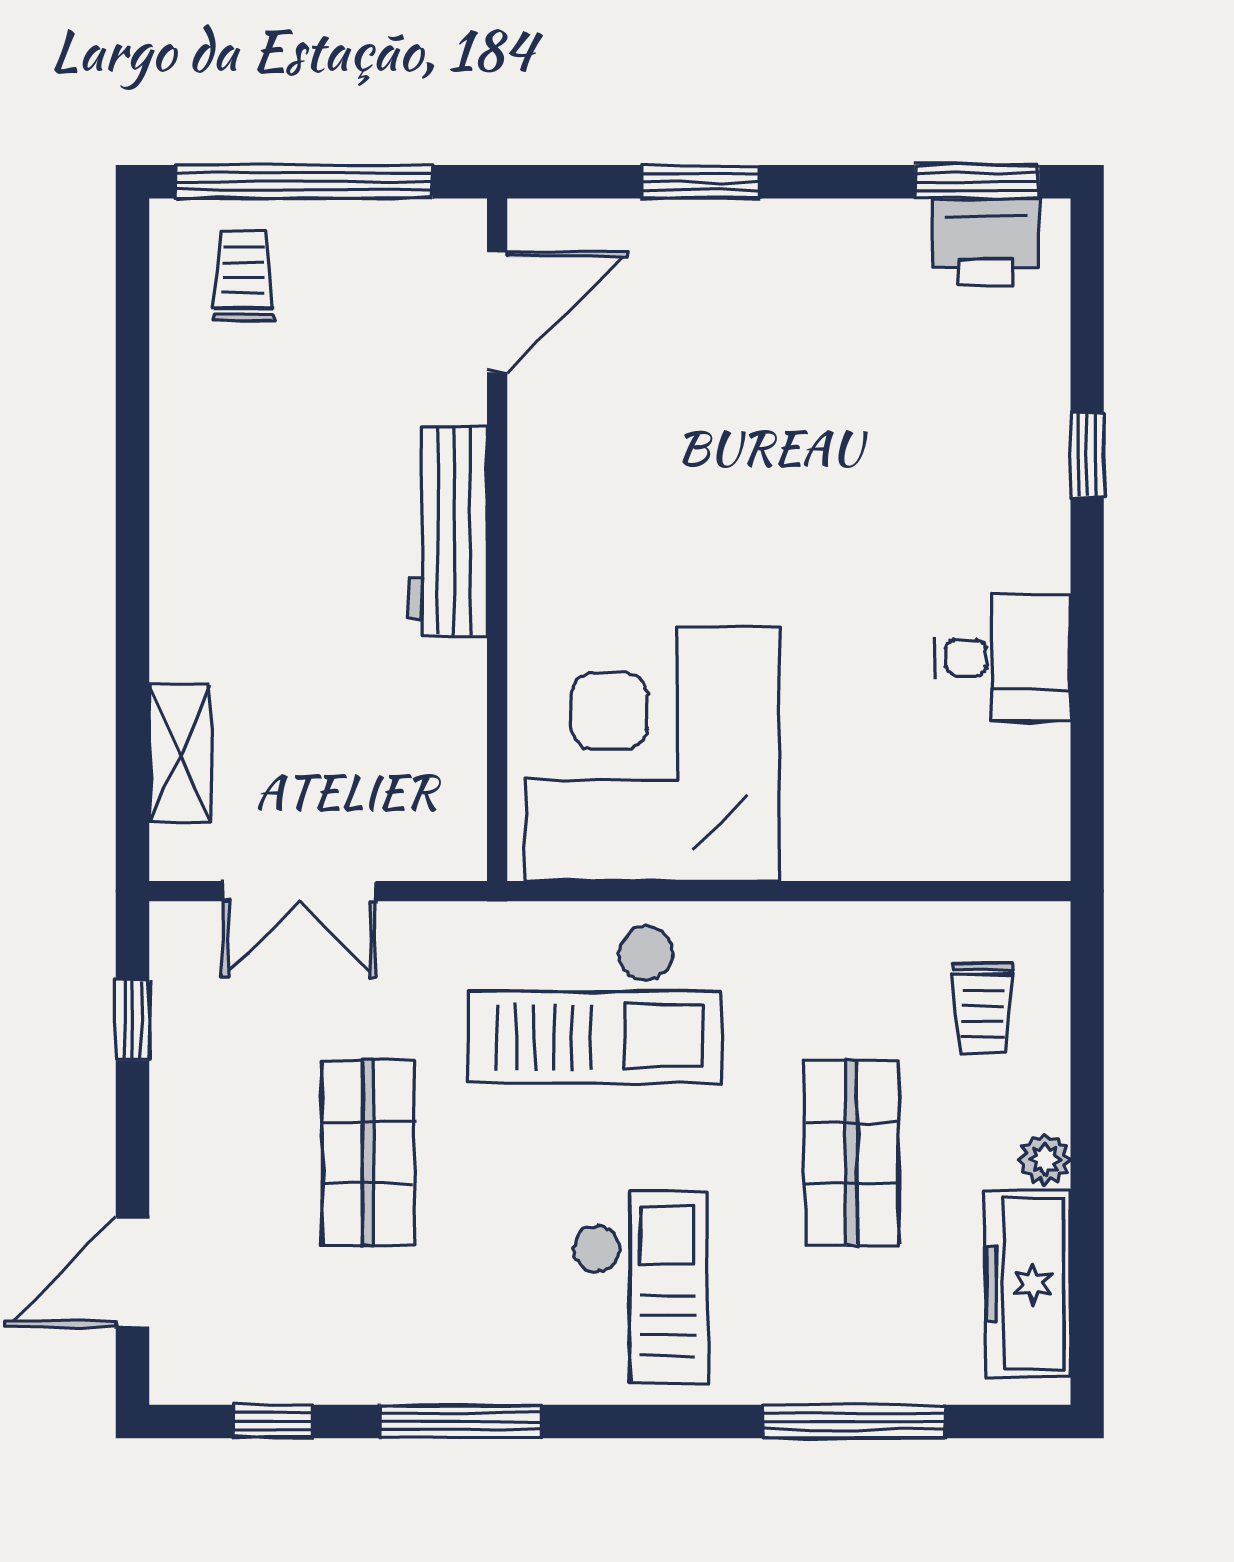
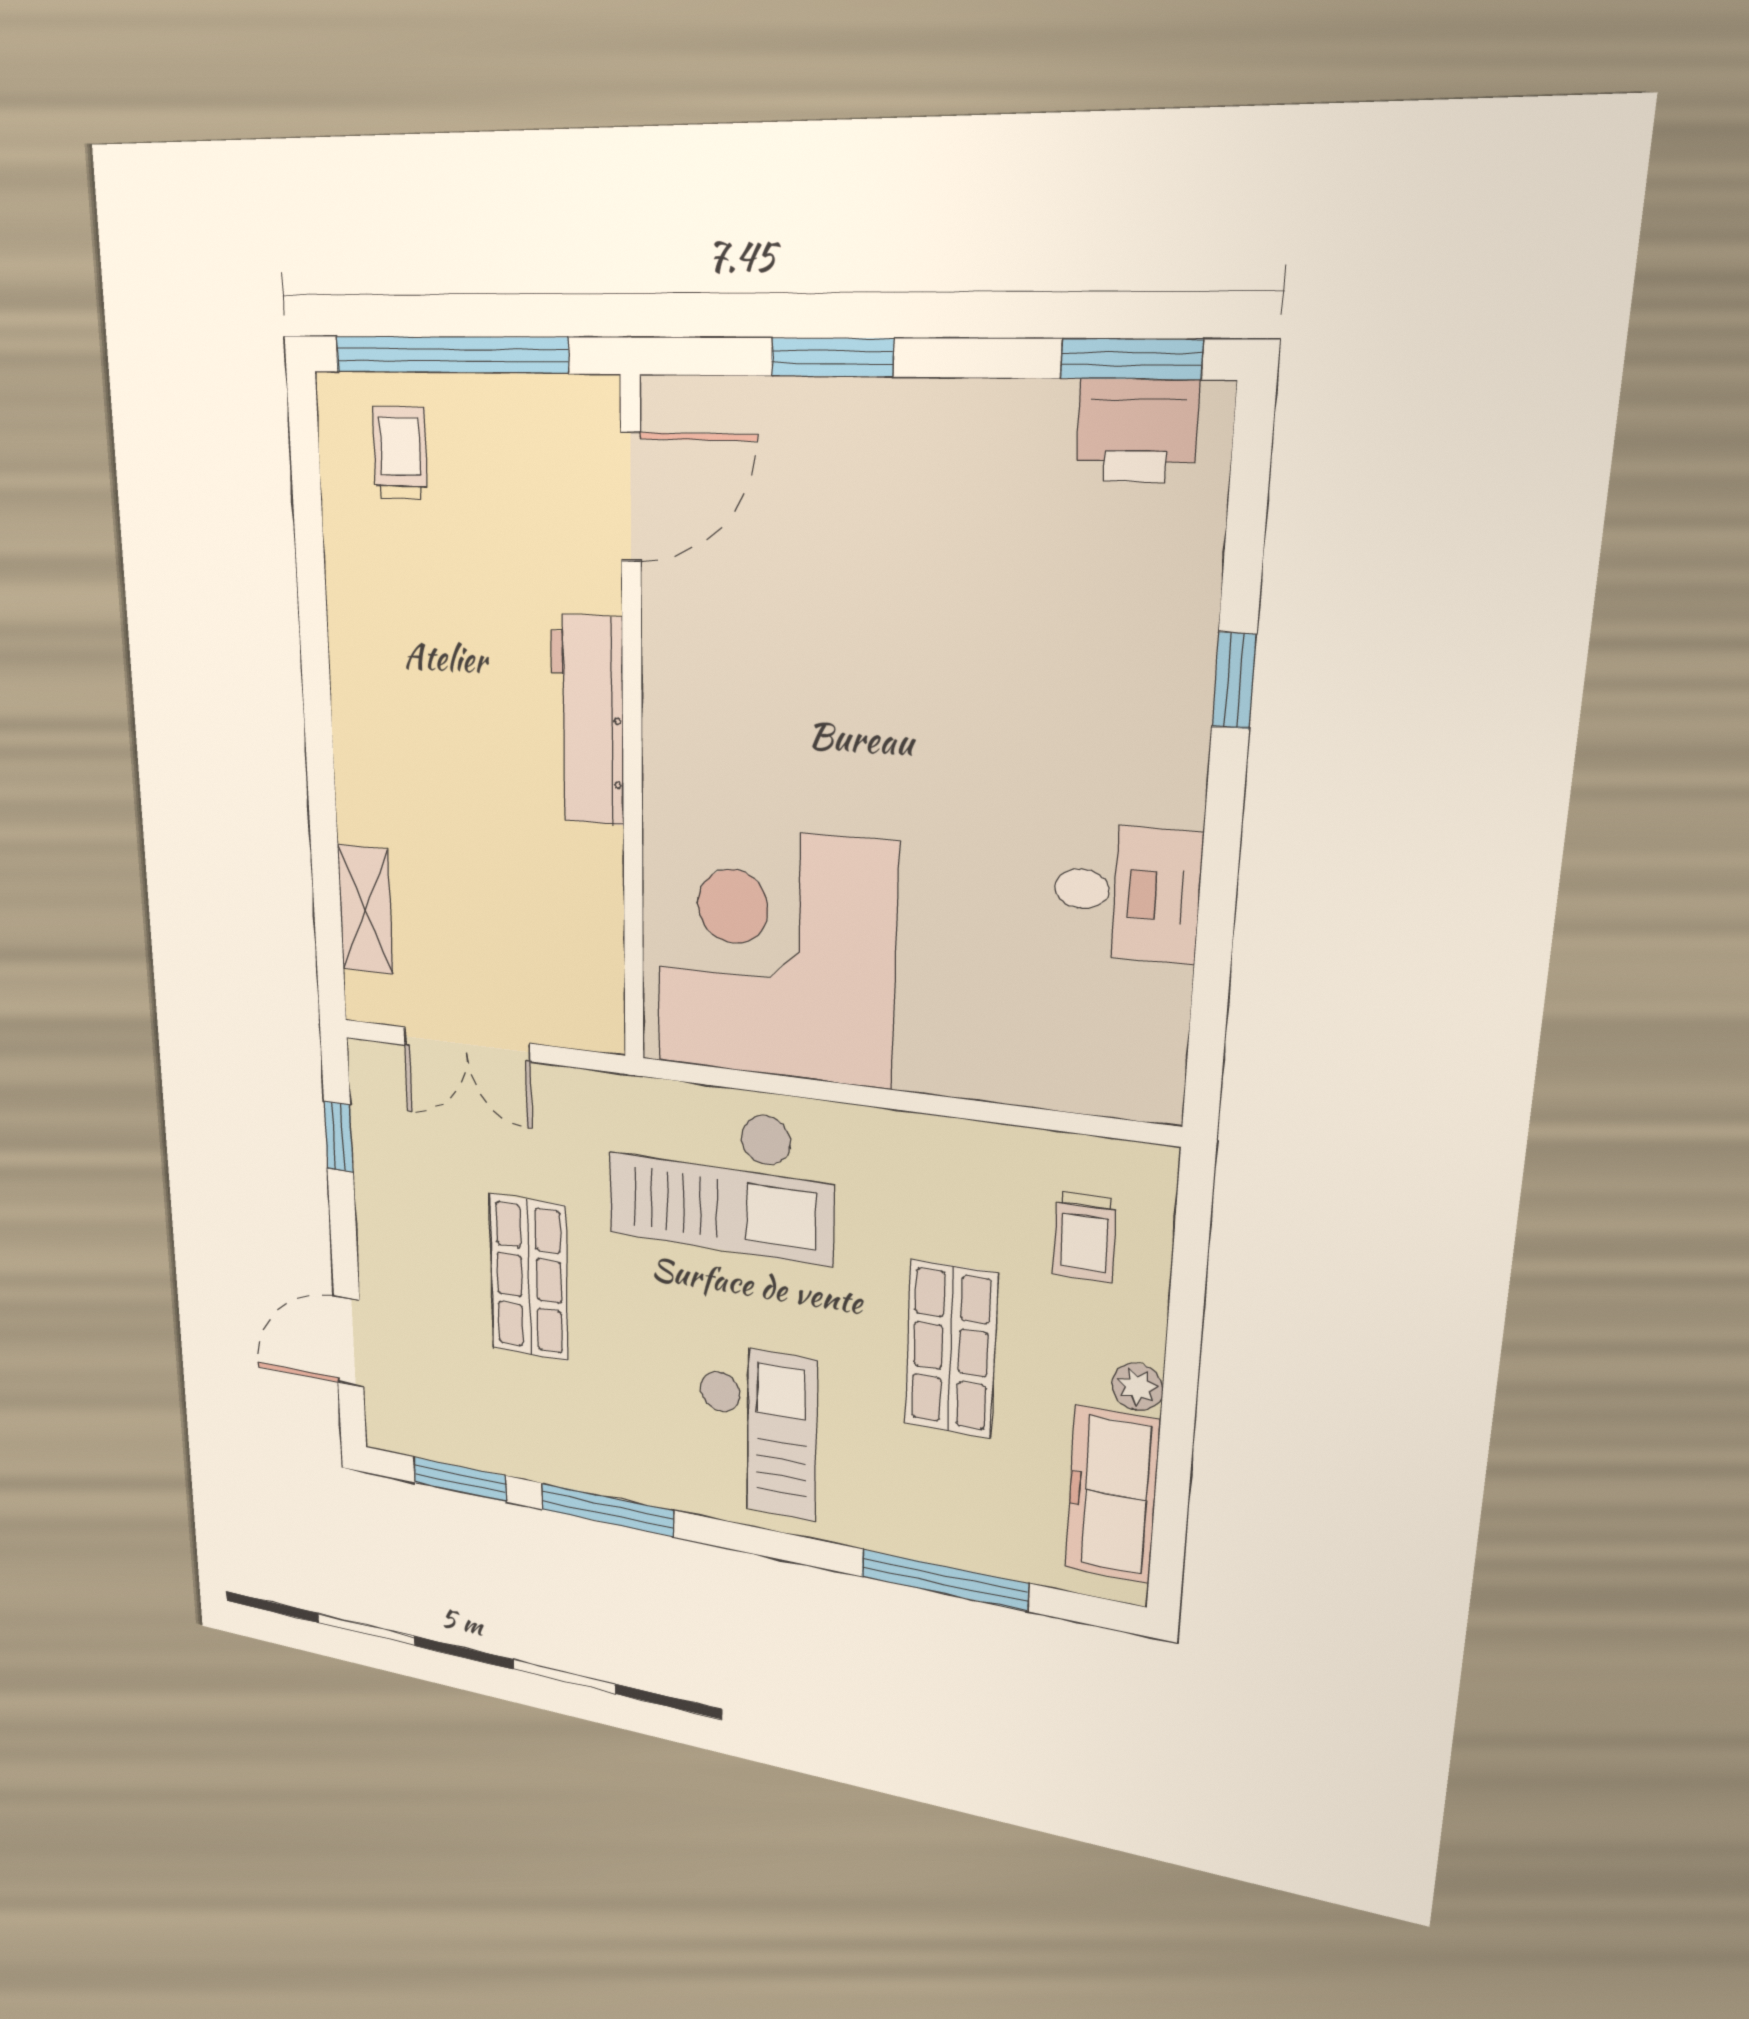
window: (273, 1421) -> (460, 1479), width x1.50

